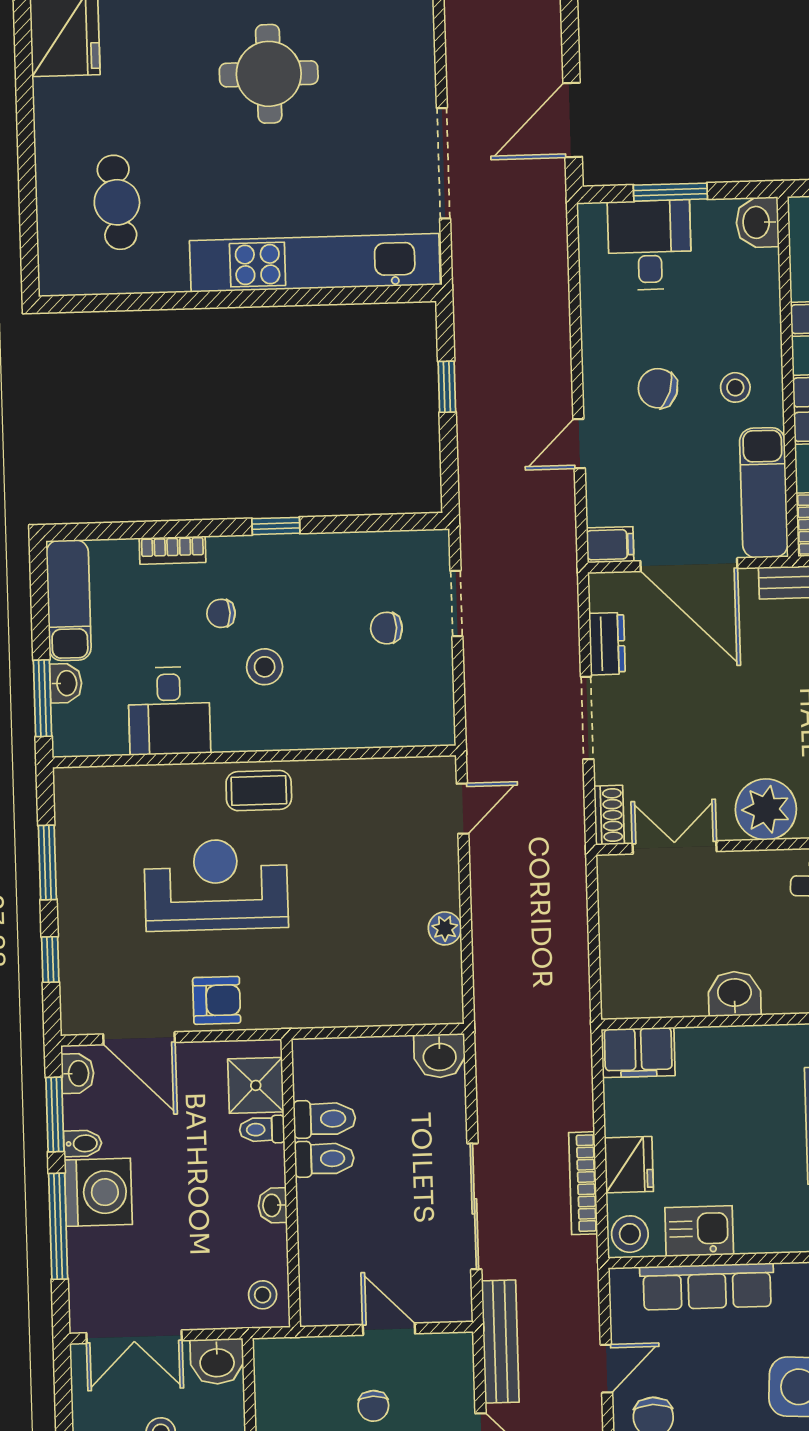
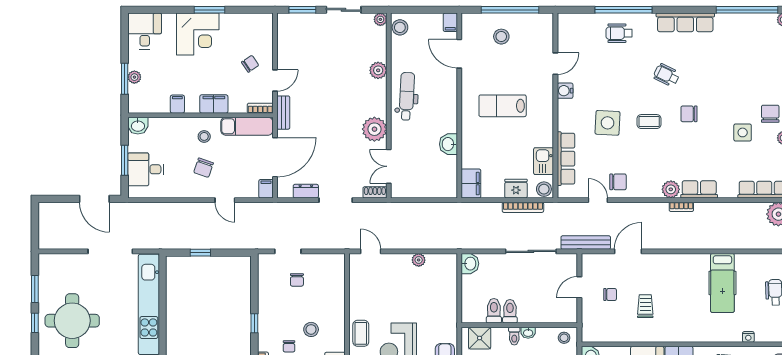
round table: (269, 74) -> (72, 321), width x1.36, depth x1.36
toilet: (262, 1129) -> (514, 336), moved

